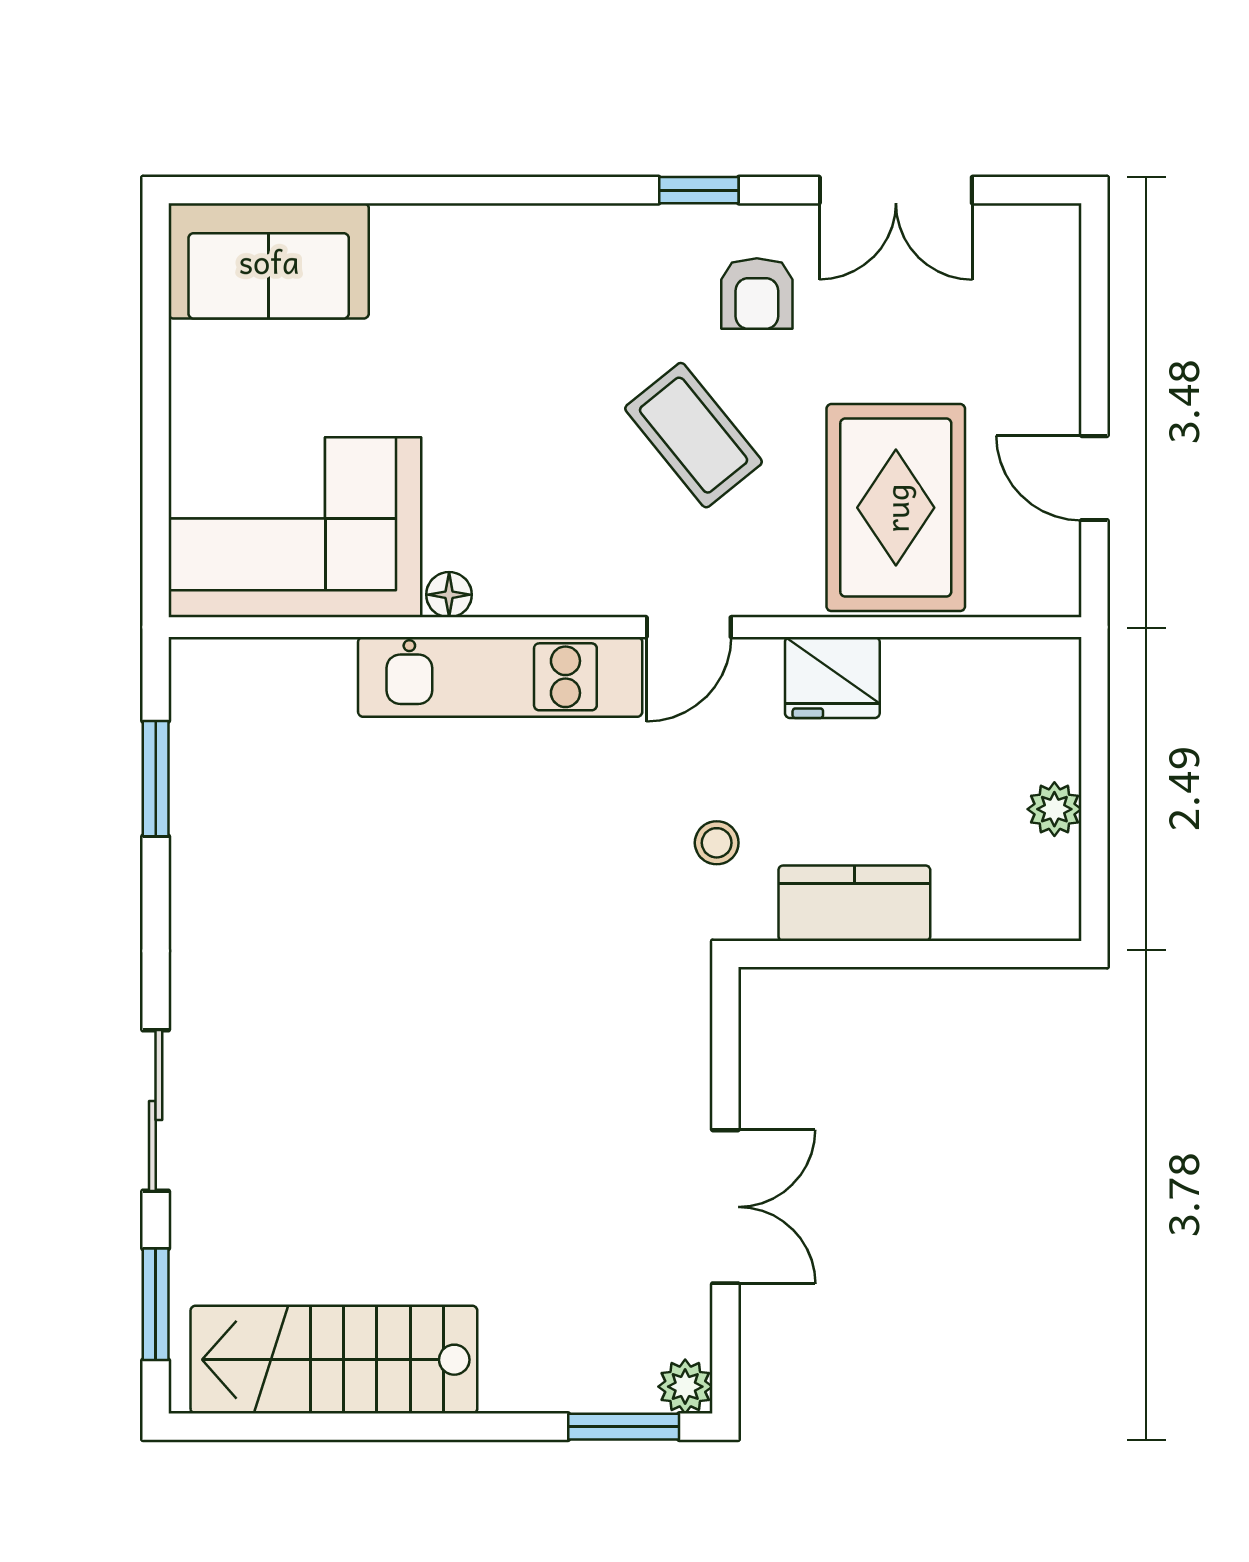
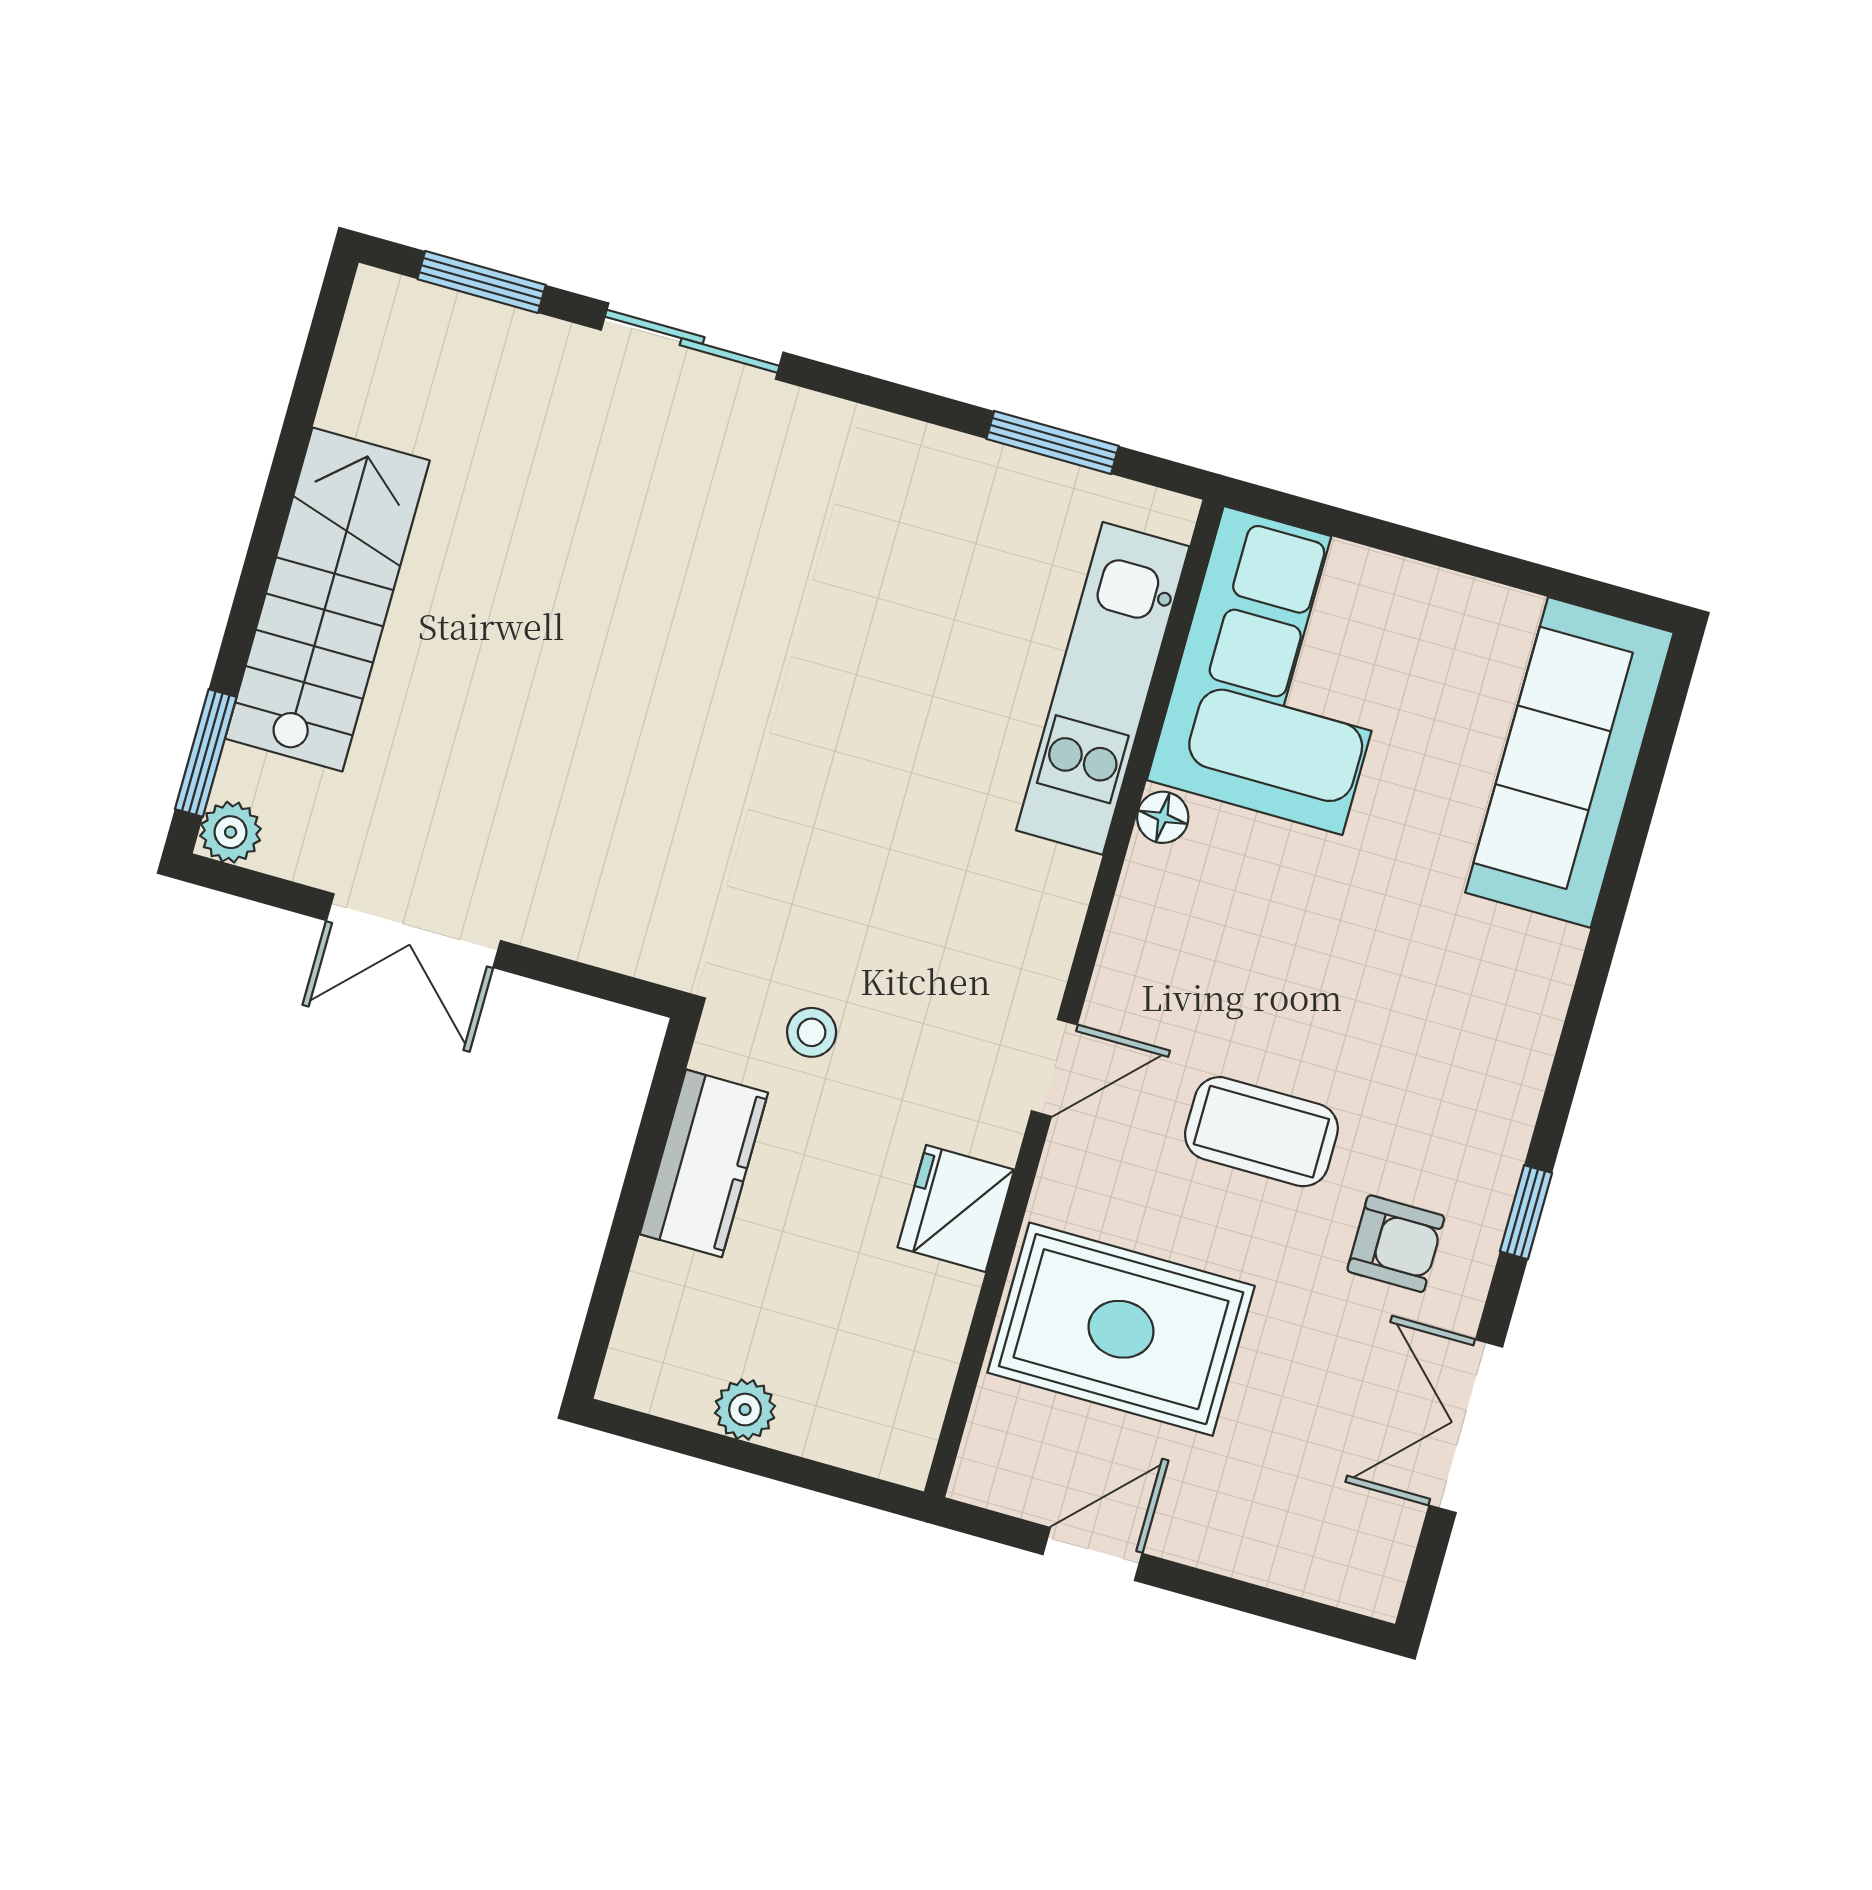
sofa: (269, 261) -> (1569, 762), width x1.36
armchair: (757, 294) -> (1396, 1244), turned 180
coffee table: (694, 435) -> (1261, 1132), turned 39
door: (689, 627) -> (1054, 1068), swing flipped
kitchen unit: (500, 677) -> (1103, 688), moved
stairs: (334, 1360) -> (327, 600), moved

